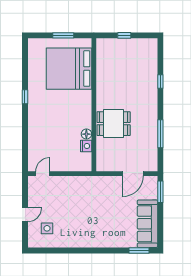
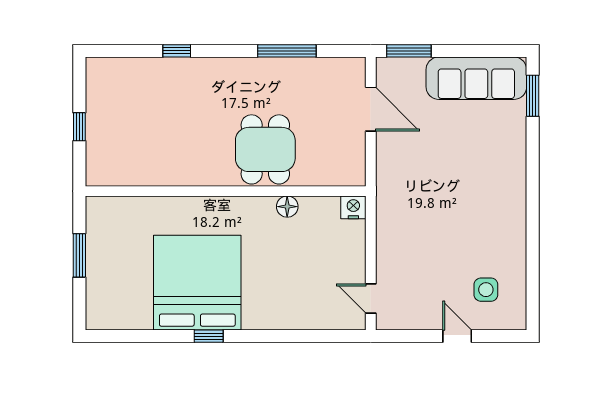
bed: (69, 69) -> (197, 283), moved, turned 180
nightstand: (86, 146) -> (353, 207), moved

